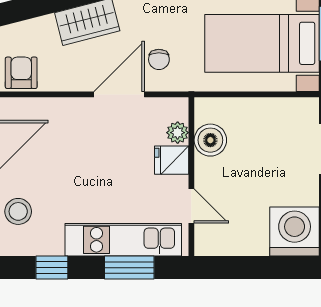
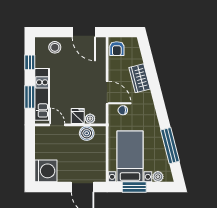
armchair: (21, 73) -> (117, 49), turned 90
door: (191, 206) -> (57, 125), swing flipped

